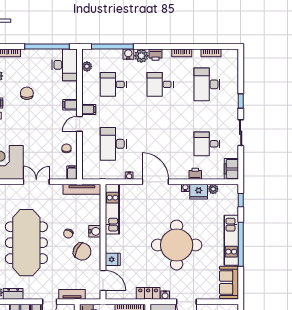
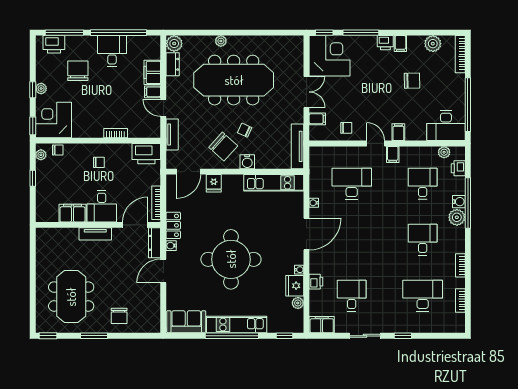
window: (112, 46) -> (468, 203), moved
printer: (156, 55) -> (458, 168), moved
filing cabinet: (72, 173) -> (317, 119), moved
chair: (82, 252) -> (223, 147), turned -76

